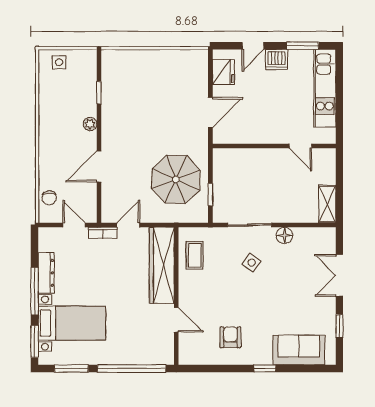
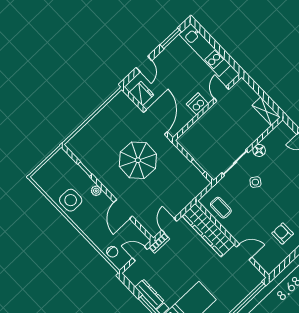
dishwasher: (277, 60) -> (197, 104), moved, turned 180
side table: (59, 62) -> (71, 200), moved, width x1.87, depth x1.87
door: (210, 112) -> (155, 122), width x1.36
door: (300, 146) -> (221, 94), swing flipped
parasol: (176, 179) -> (138, 160), moved

